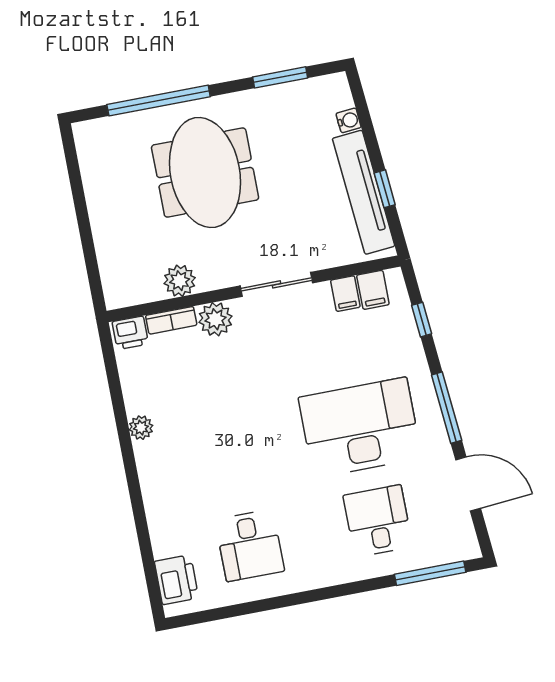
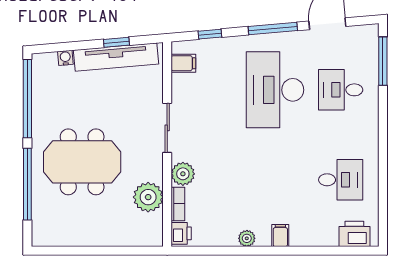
window: (280, 77) -> (27, 99), width x2.11
plant: (180, 281) -> (148, 197), width x1.36, depth x1.36
filing cabinet: (345, 294) -> (280, 236), moved, turned -90

